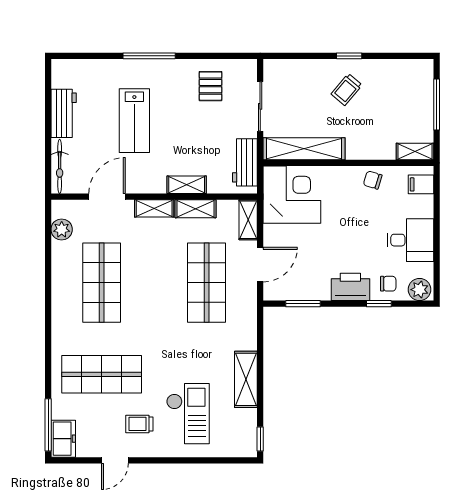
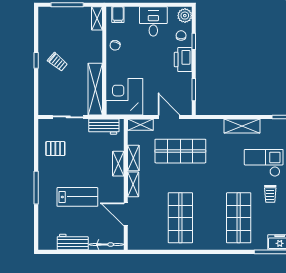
plant: (62, 229) -> (147, 243), removed
shop shelf: (102, 283) -> (180, 218), turned 90

